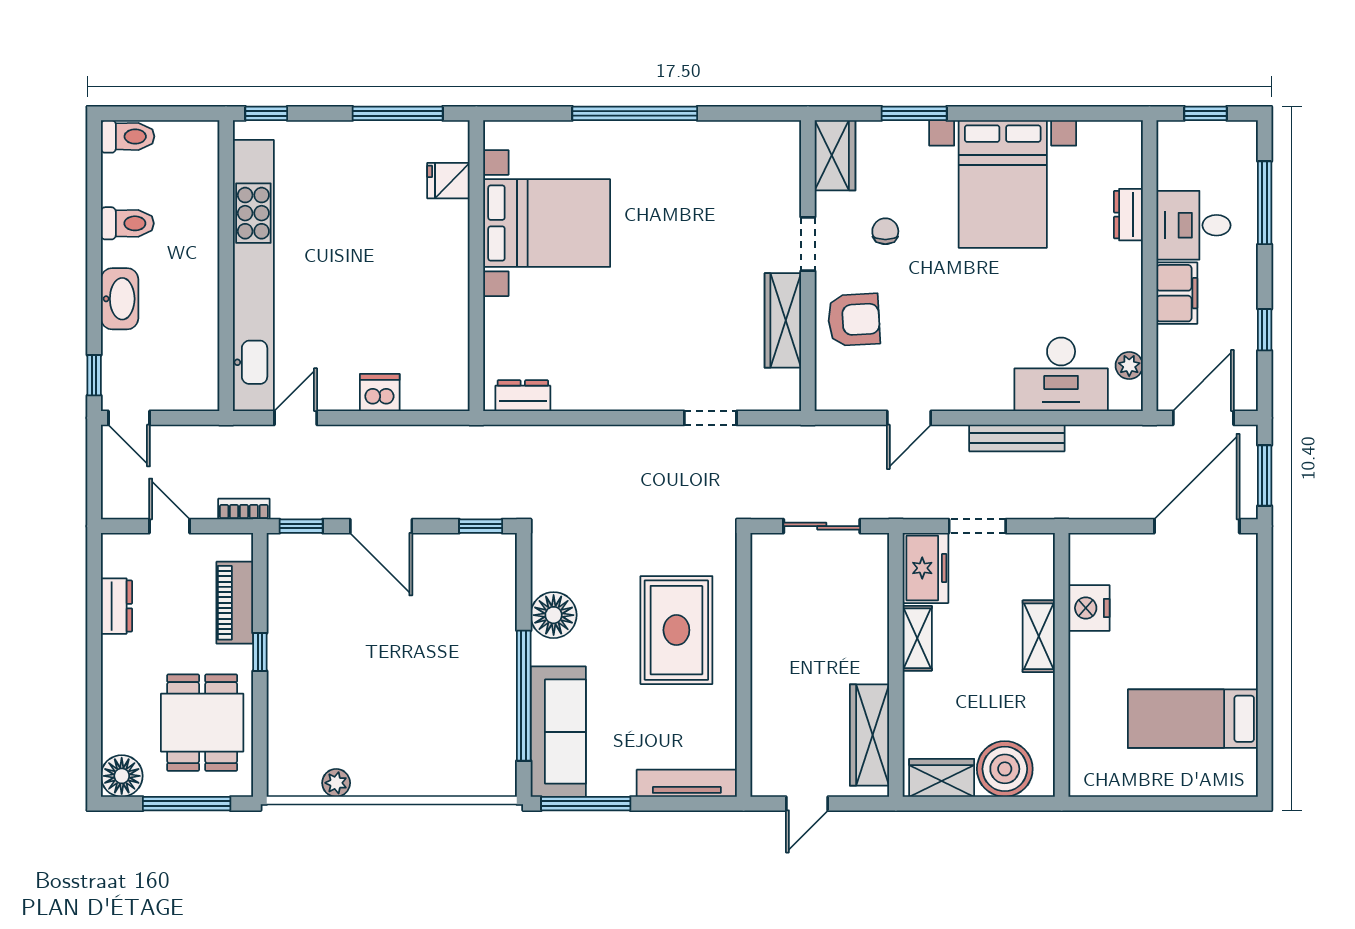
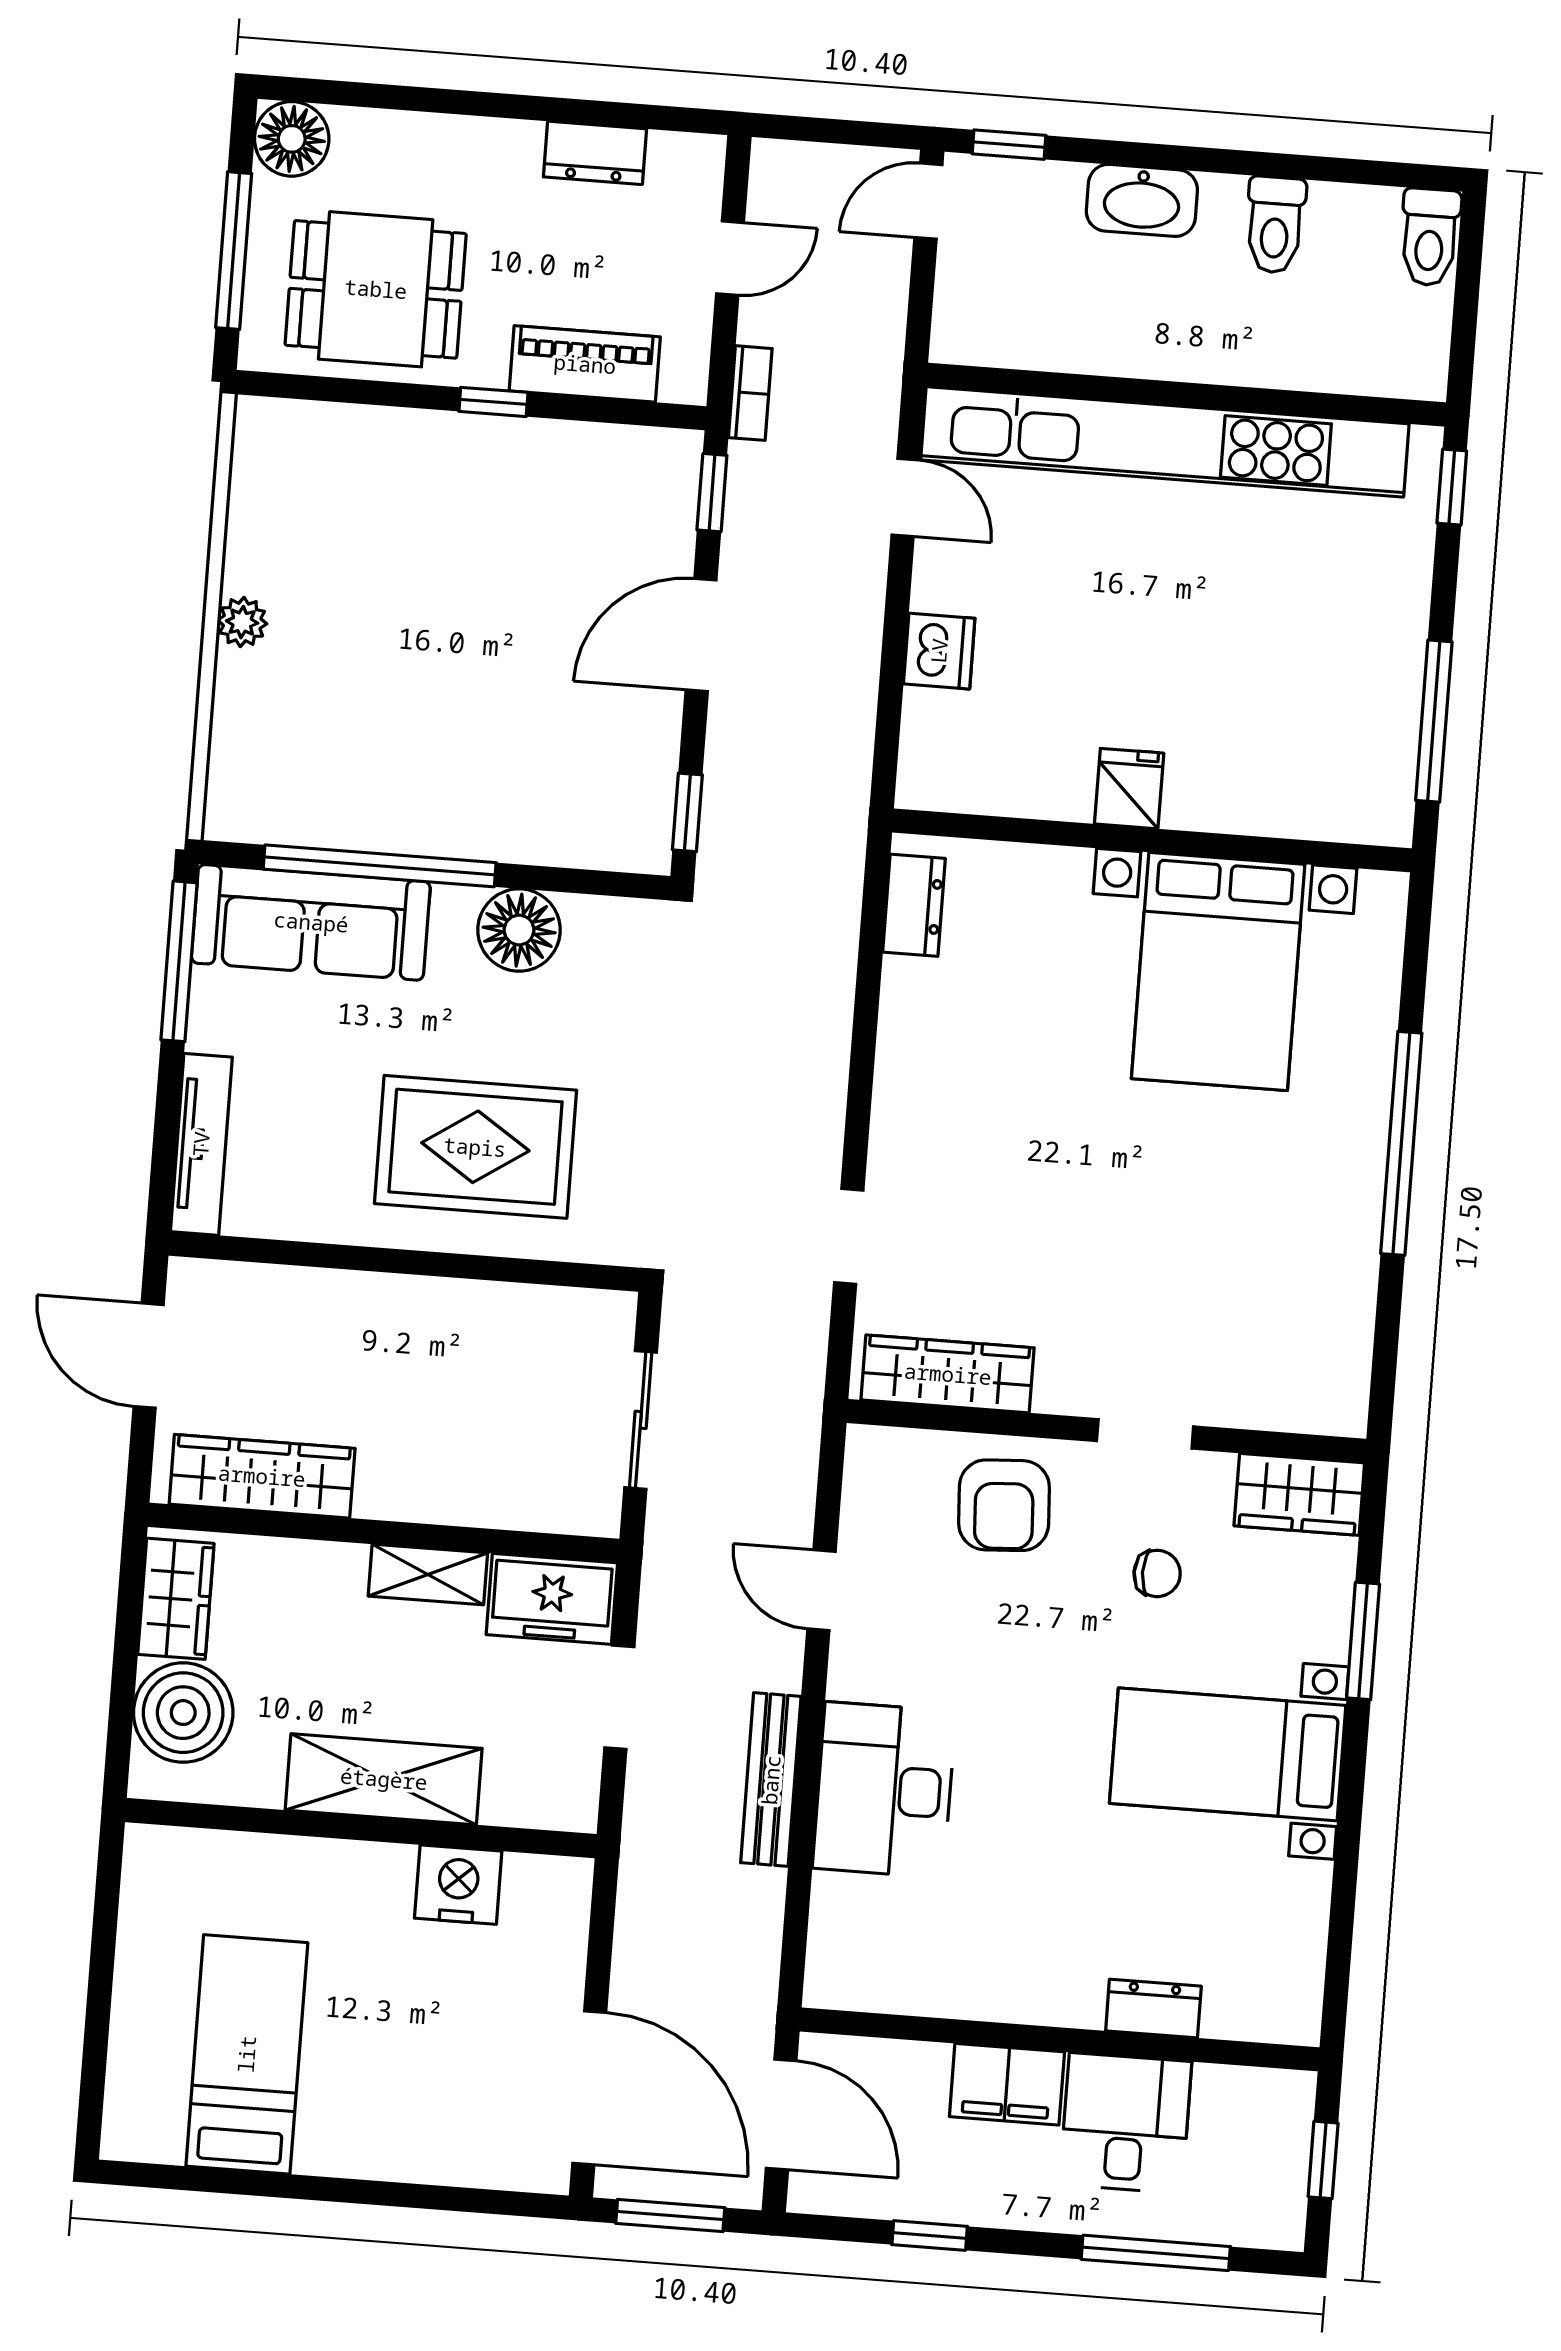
fridge: (448, 181) -> (1129, 789), moved
bed with nightstands: (1003, 184) -> (1228, 1754), width x0.73
wardrobe: (783, 320) -> (948, 1374), moved
plant: (1129, 366) -> (885, 1989), removed
desk: (1061, 374) -> (884, 1790), moved
shelving: (1039, 636) -> (384, 1779), width x1.50, depth x1.33
plant: (336, 783) -> (242, 622), moved
door: (807, 804) -> (149, 1356), width x1.38

